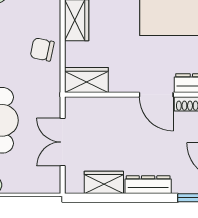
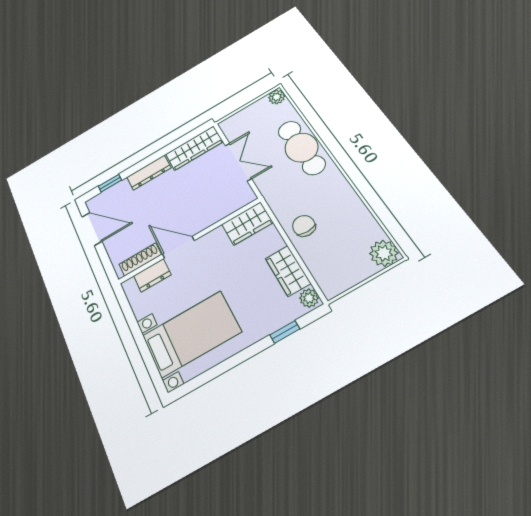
chair: (42, 49) -> (304, 226), turned -102
wardrobe: (104, 182) -> (194, 148), width x1.50

